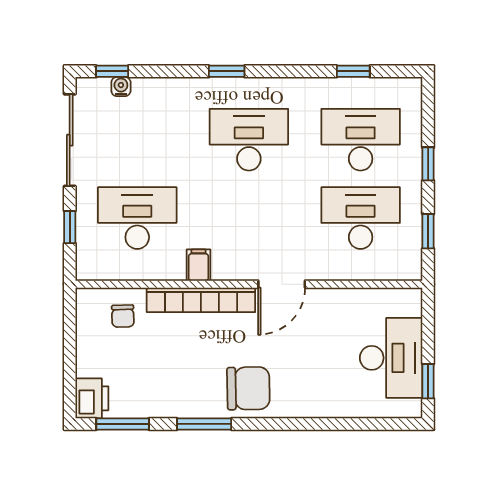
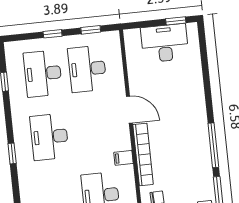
chair: (248, 388) -> (190, 122), removed
window: (204, 424) -> (213, 145), width x1.44

